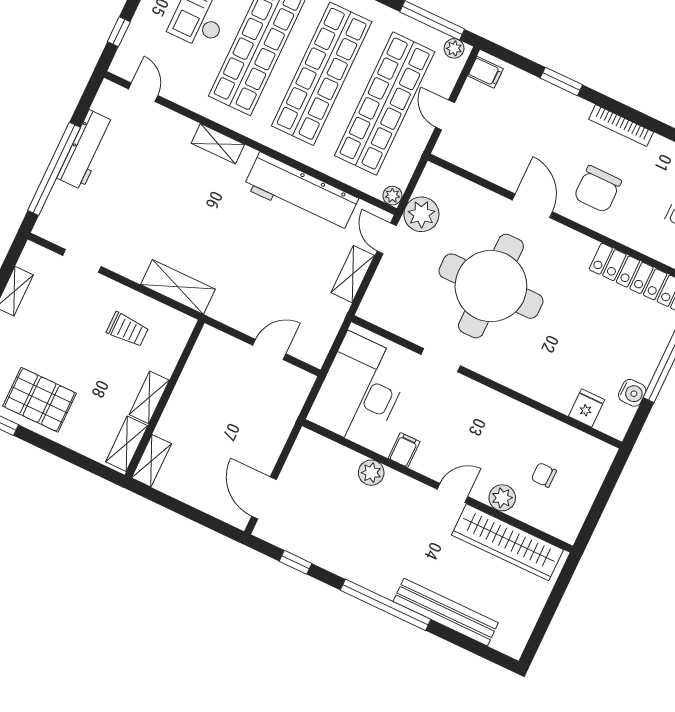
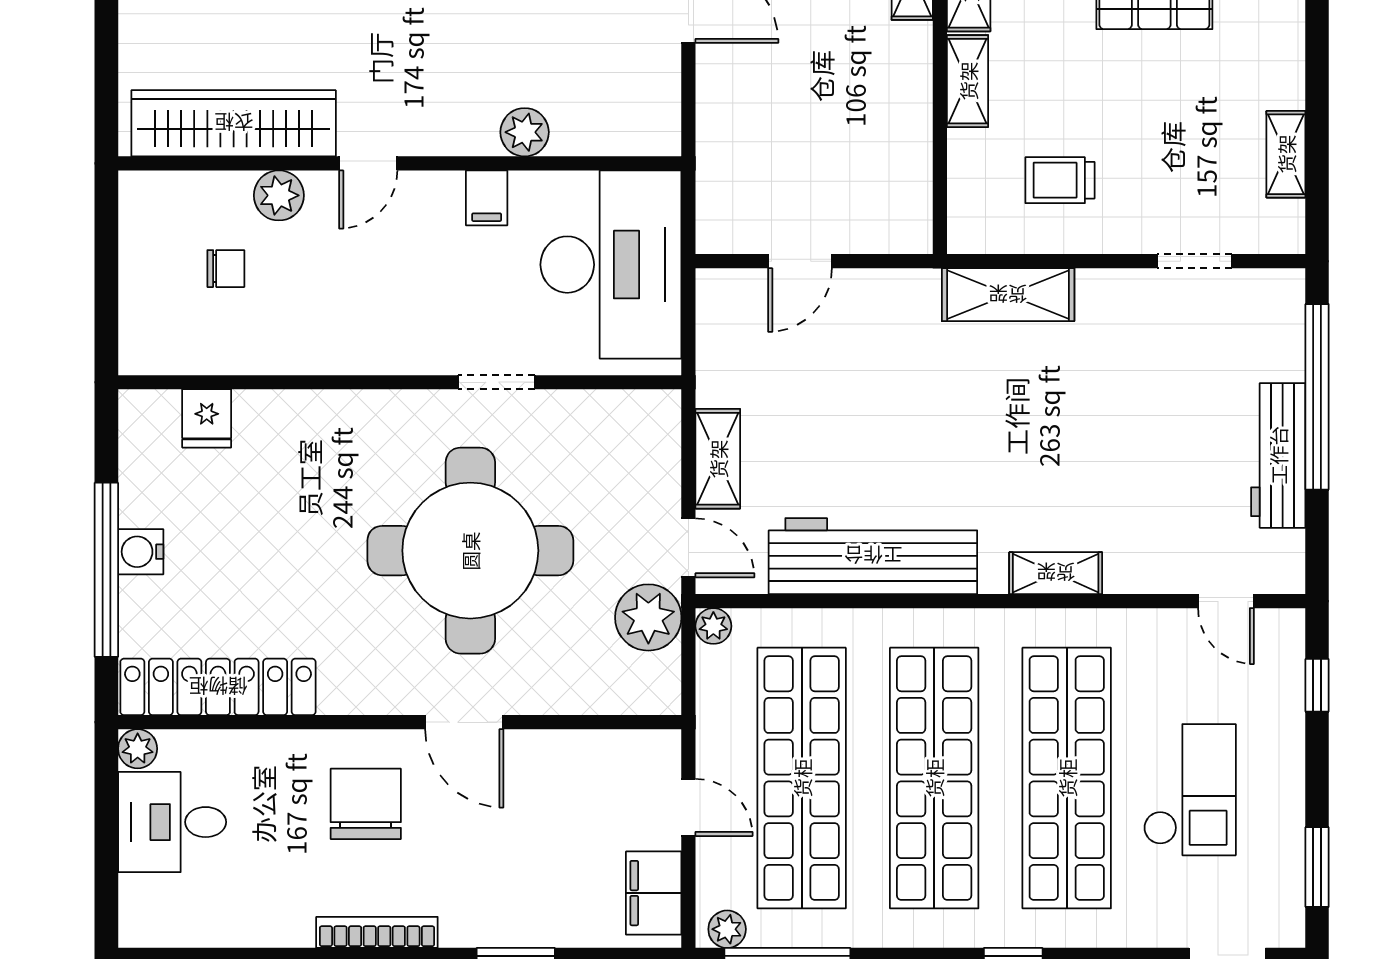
filing cabinet: (485, 72) -> (654, 893), width x2.00
water cooler: (632, 393) -> (141, 552), moved

